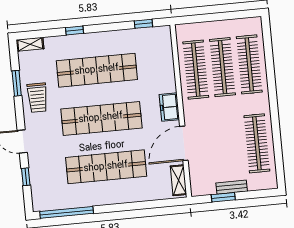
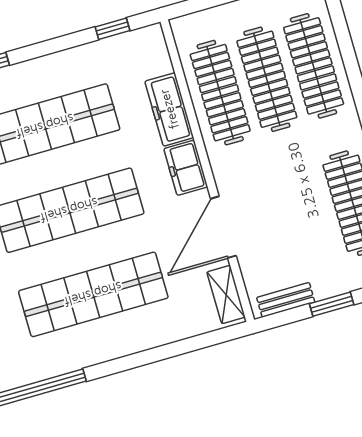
freezer: (166, 74) -> (169, 109), added
bench: (232, 187) -> (286, 300), moved
window: (223, 197) -> (332, 304), moved

